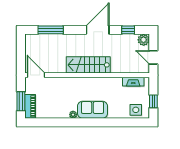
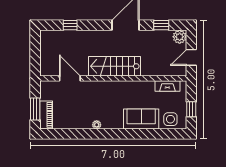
window: (51, 30) -> (70, 25), width x0.46
door: (153, 57) -> (191, 57), hinge flipped
door: (36, 75) -> (70, 78), moved
sofa: (92, 110) -> (141, 119), moved

